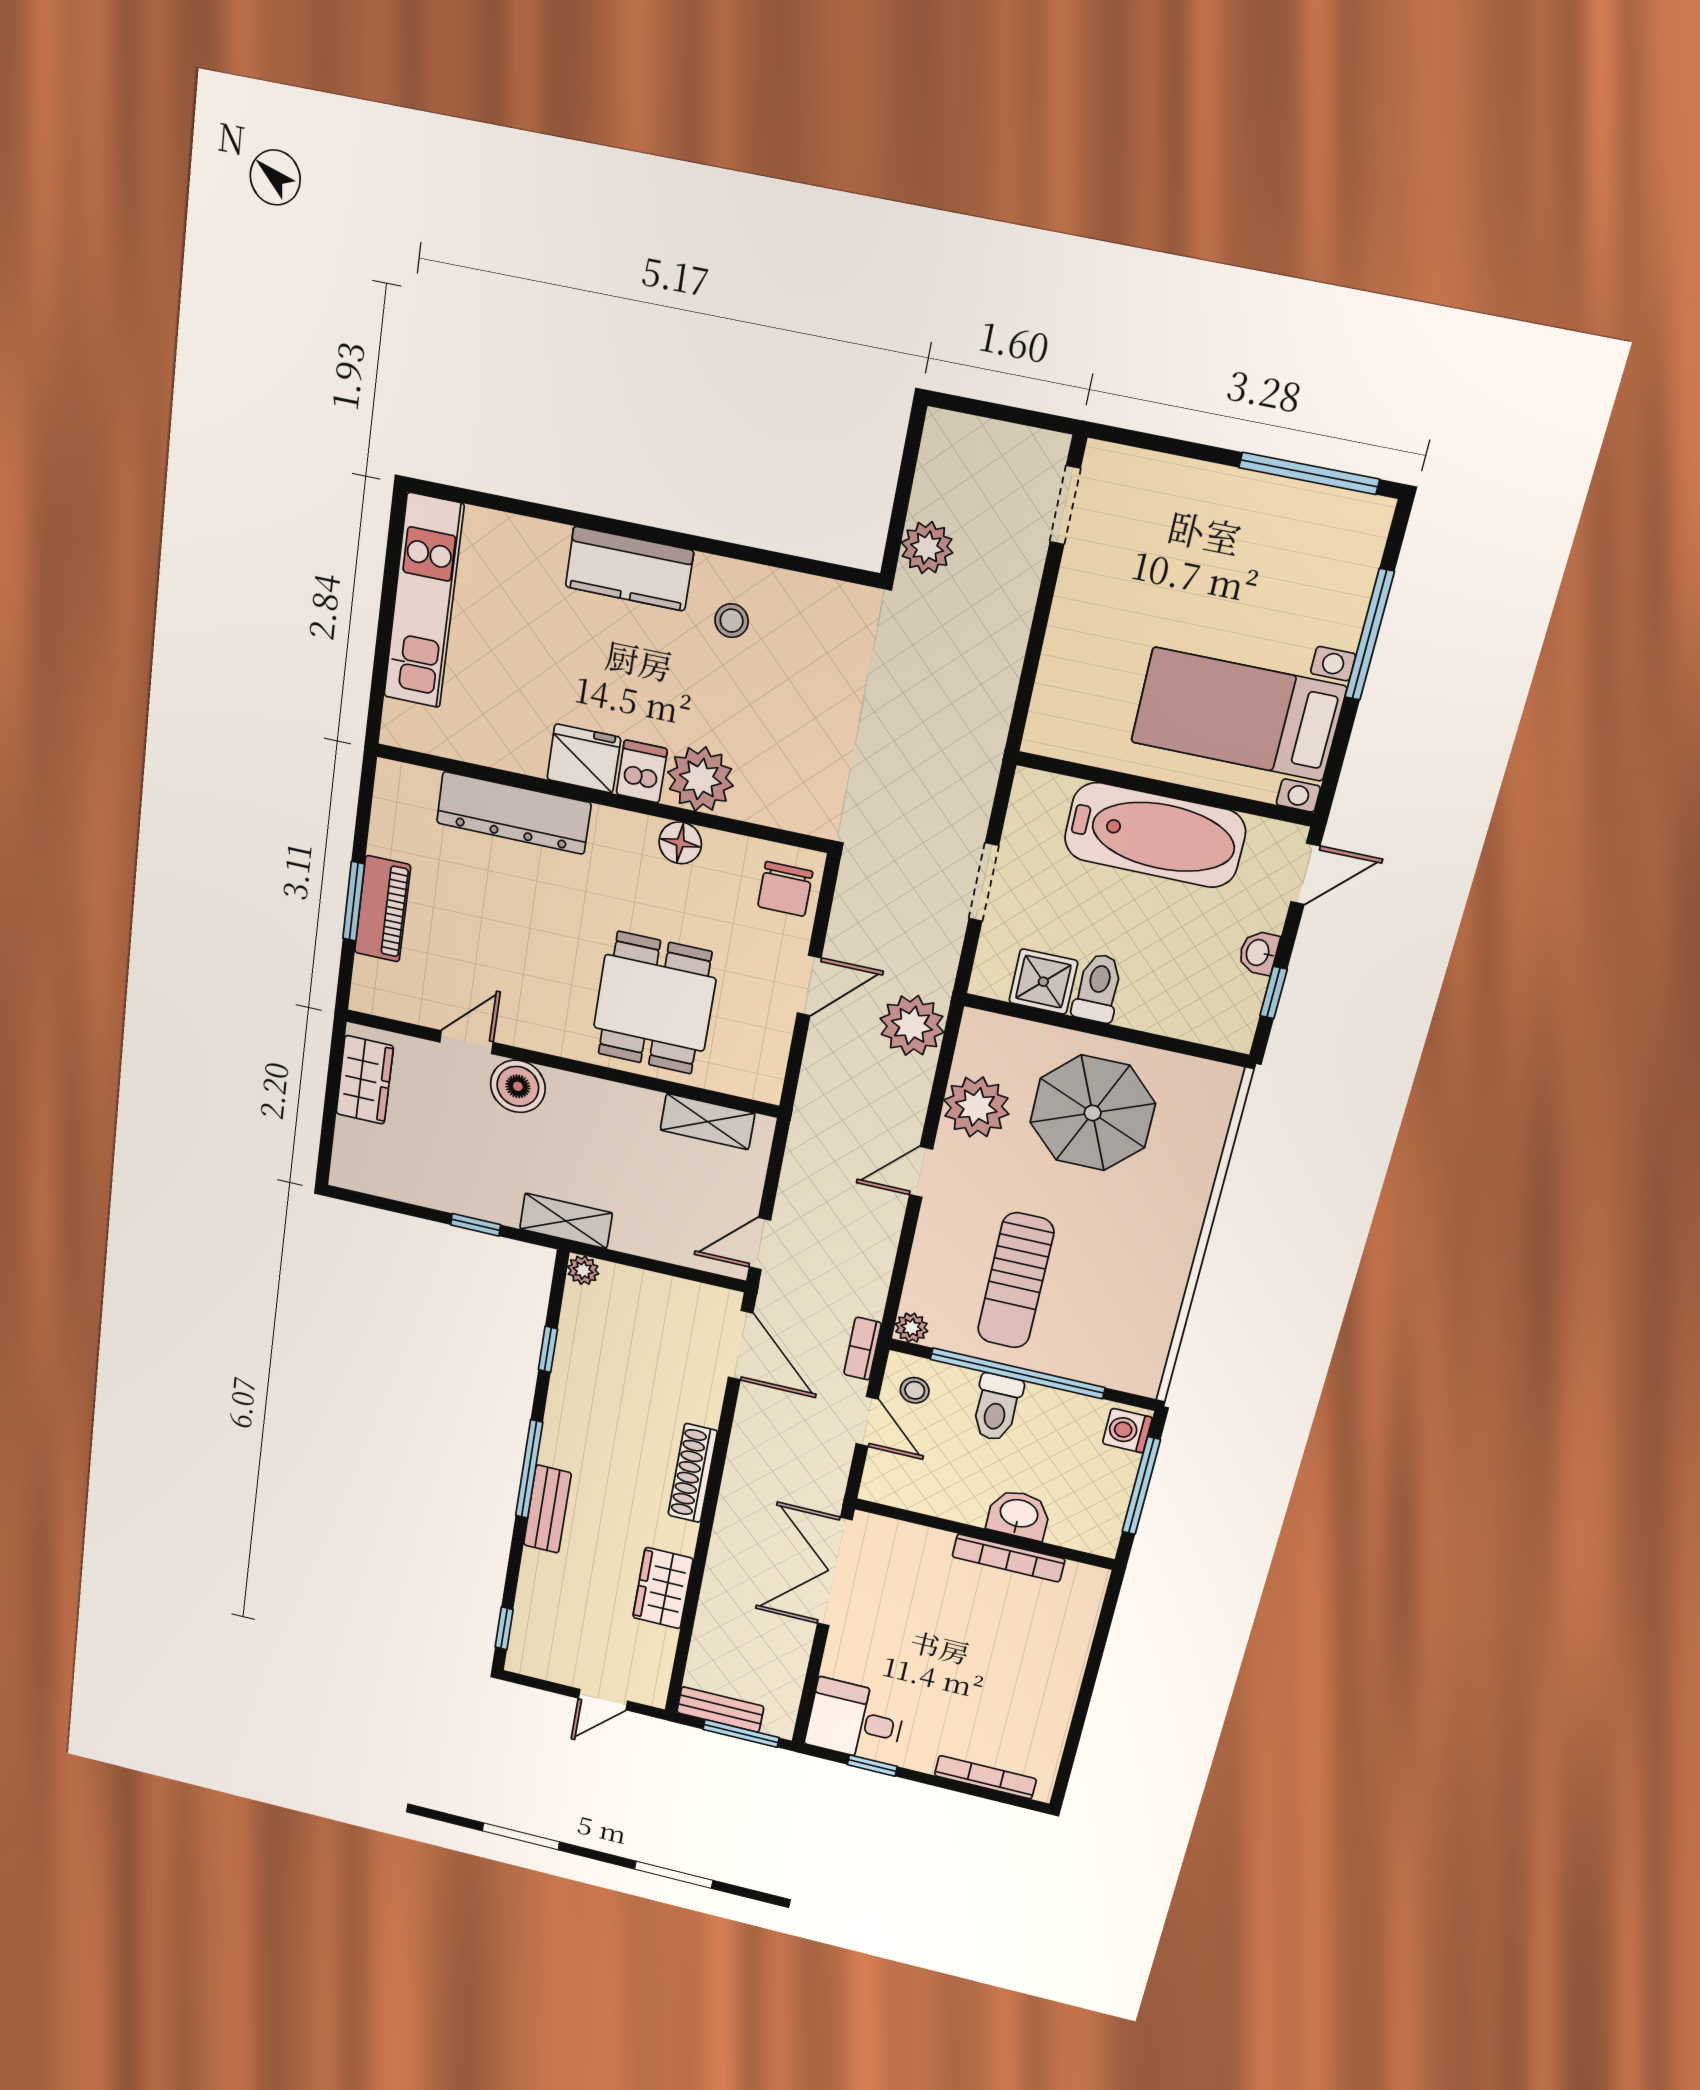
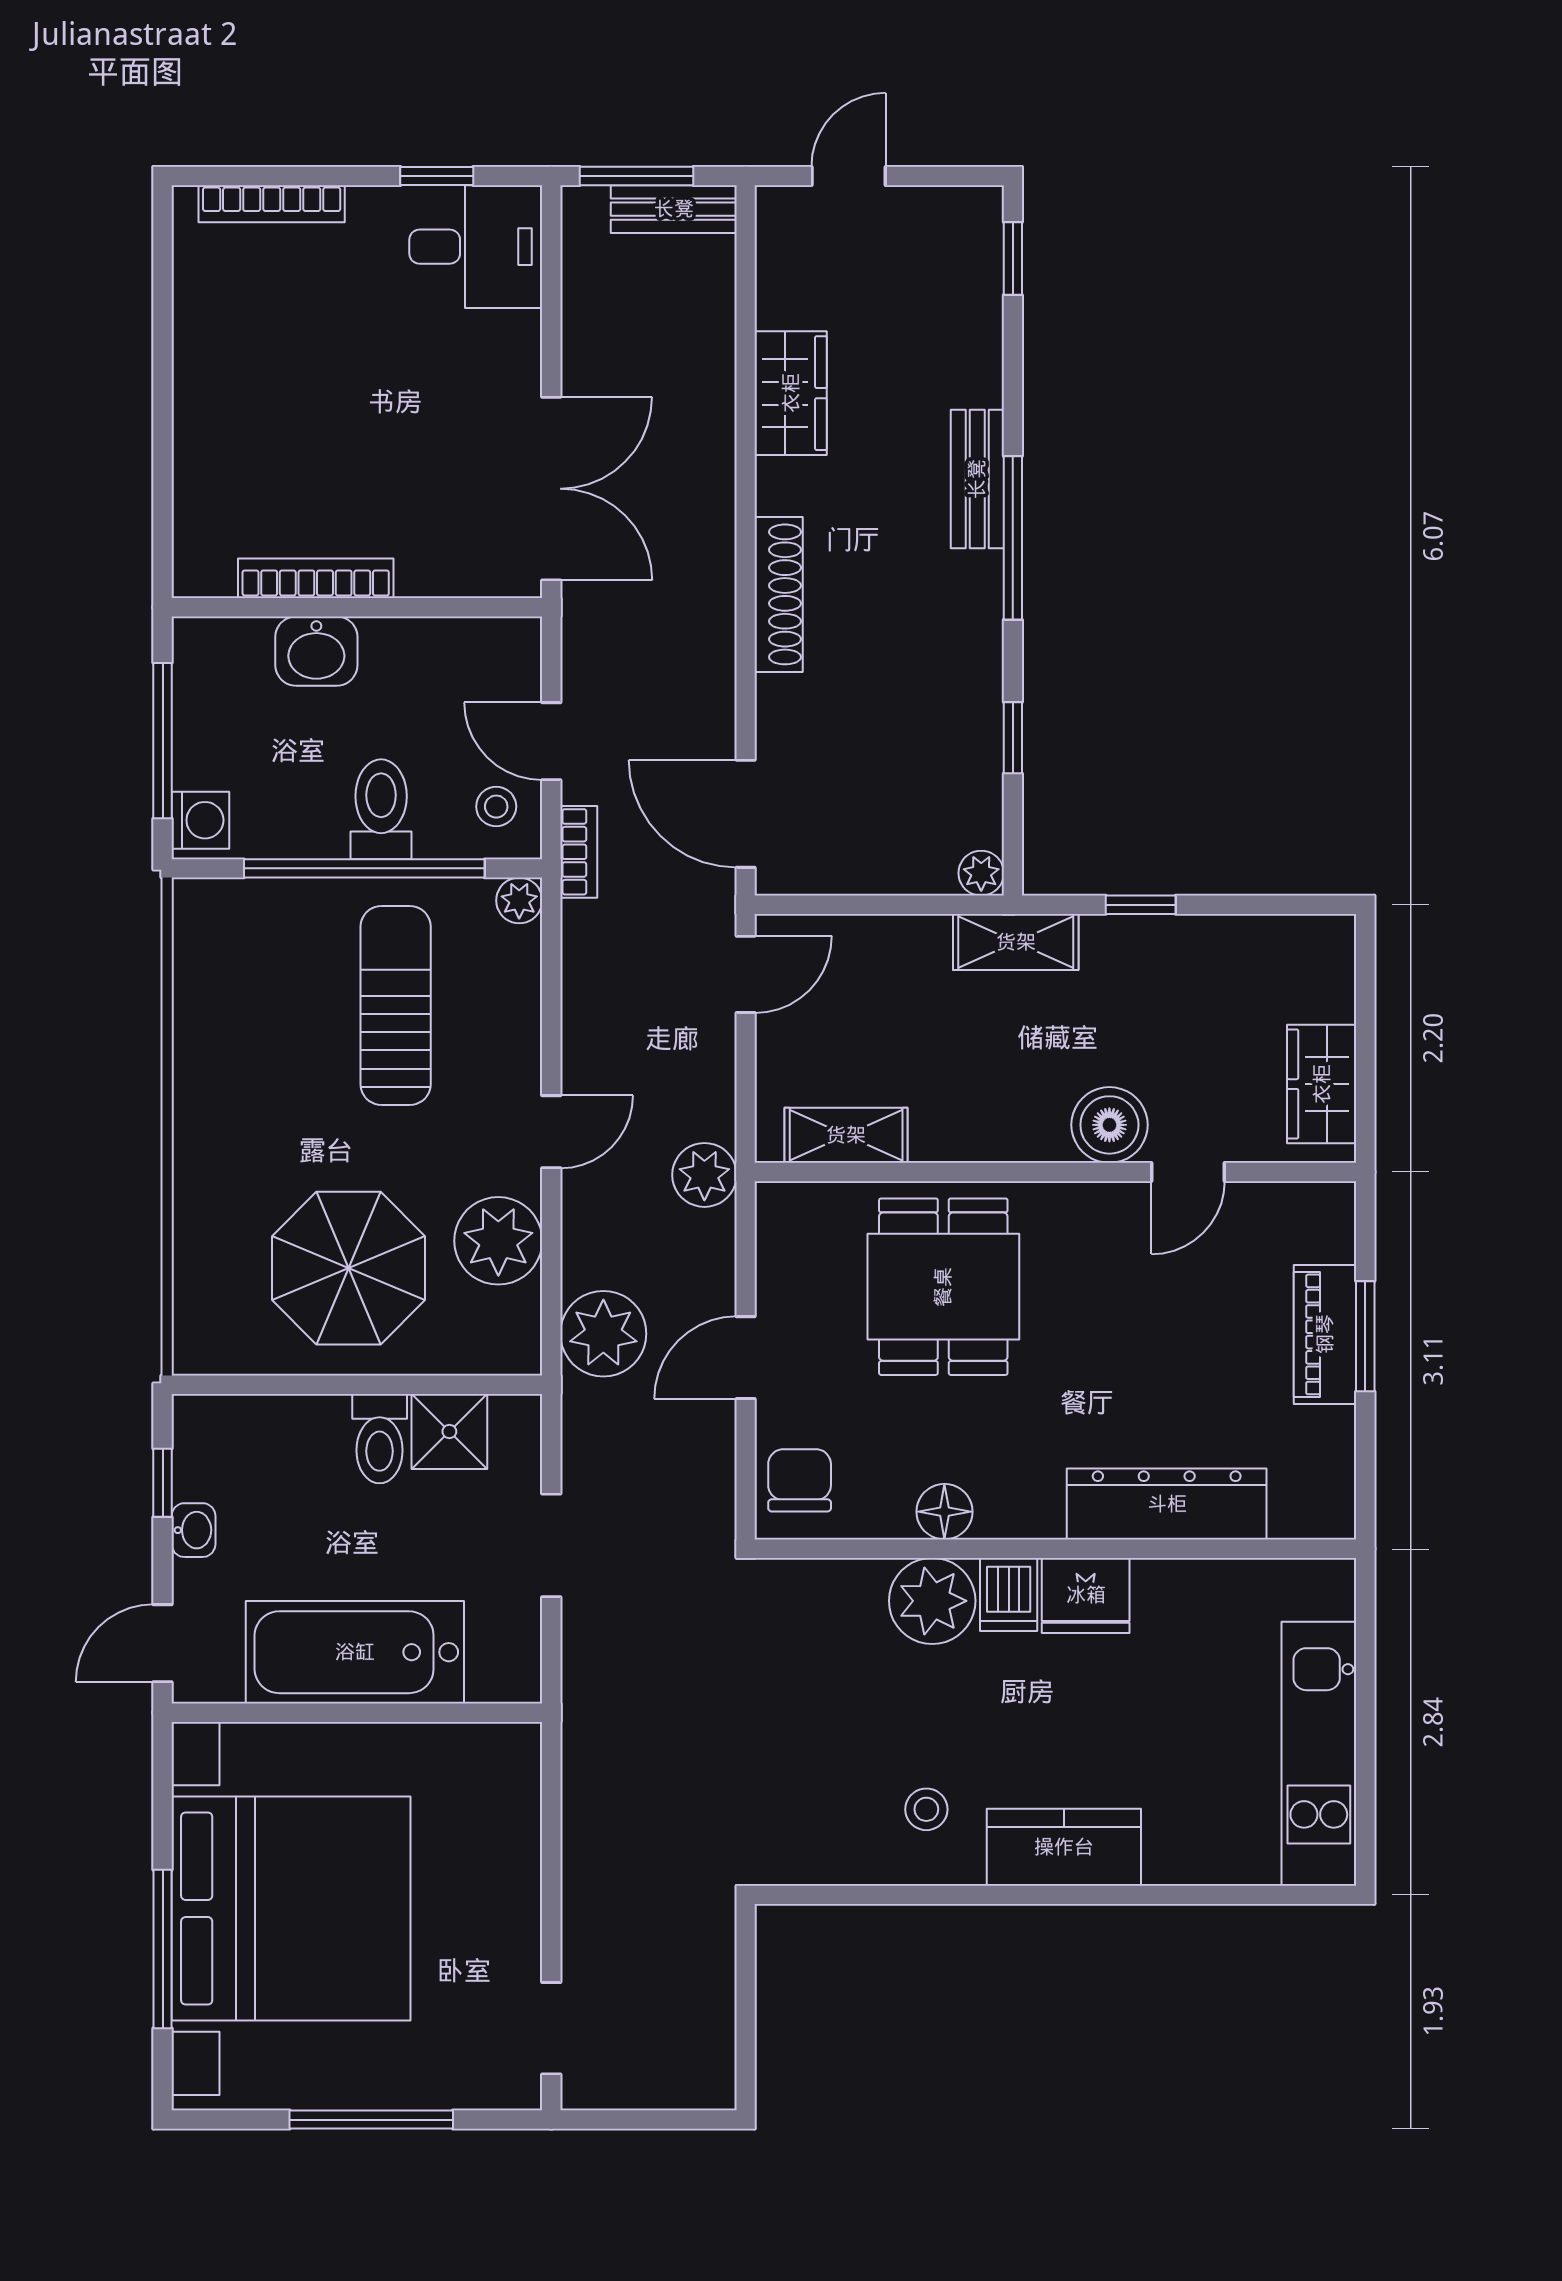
window: (1309, 473) -> (371, 2120), moved
plant: (927, 548) -> (704, 1175), moved
bed with nightstands: (1238, 714) -> (291, 1908), width x1.85

